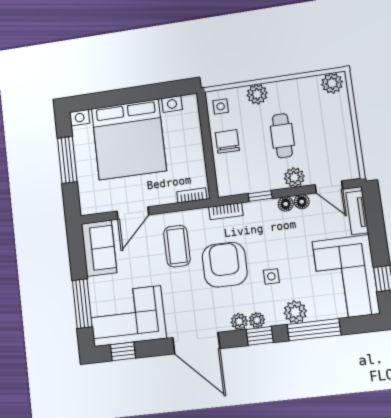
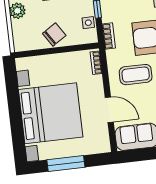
side table: (221, 106) -> (88, 23), moved
chair: (227, 141) -> (54, 34), turned 147

